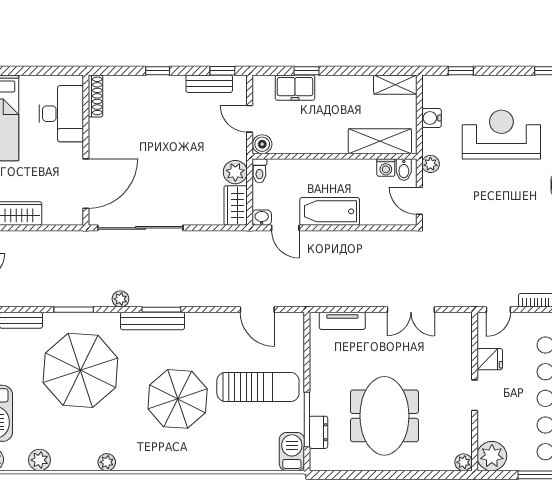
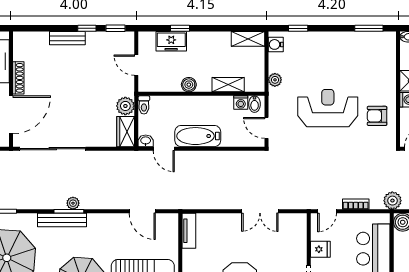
window: (158, 71) -> (87, 28), moved
bench: (209, 84) -> (67, 38), moved
shoe rack: (96, 96) -> (18, 78), moved
water cooler: (431, 118) -> (276, 44), moved
reception desk: (501, 135) -> (328, 108), moved
shelving: (380, 141) -> (228, 85), width x0.67, depth x0.75
boiler: (262, 144) -> (189, 85), moved
plant: (430, 164) -> (275, 80), moved
plant: (120, 299) -> (73, 203), moved
tv unit: (342, 321) -> (189, 231), moved, turned -90

